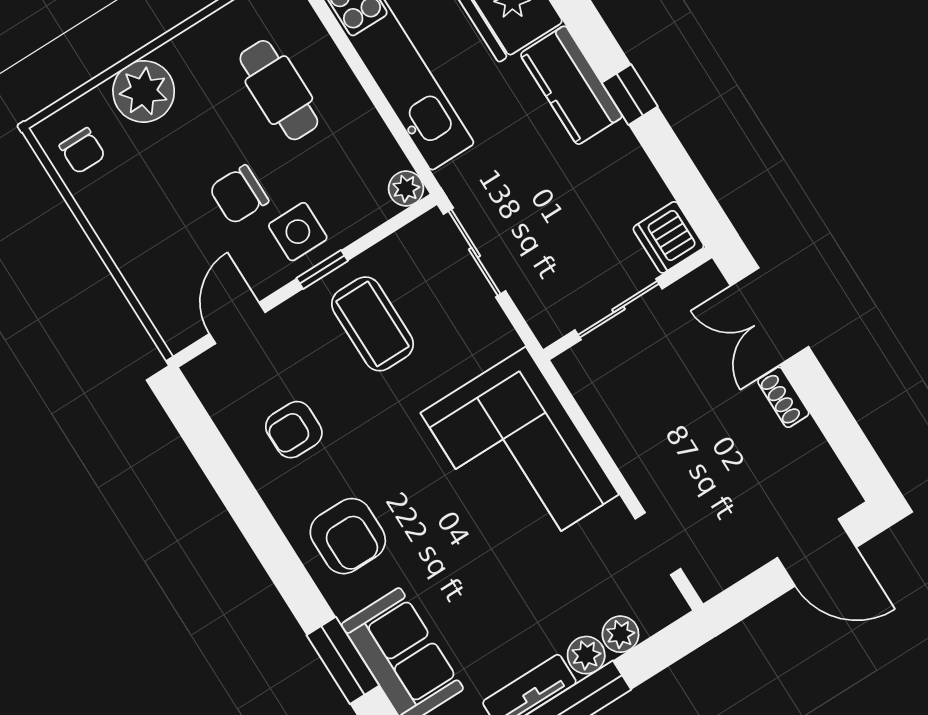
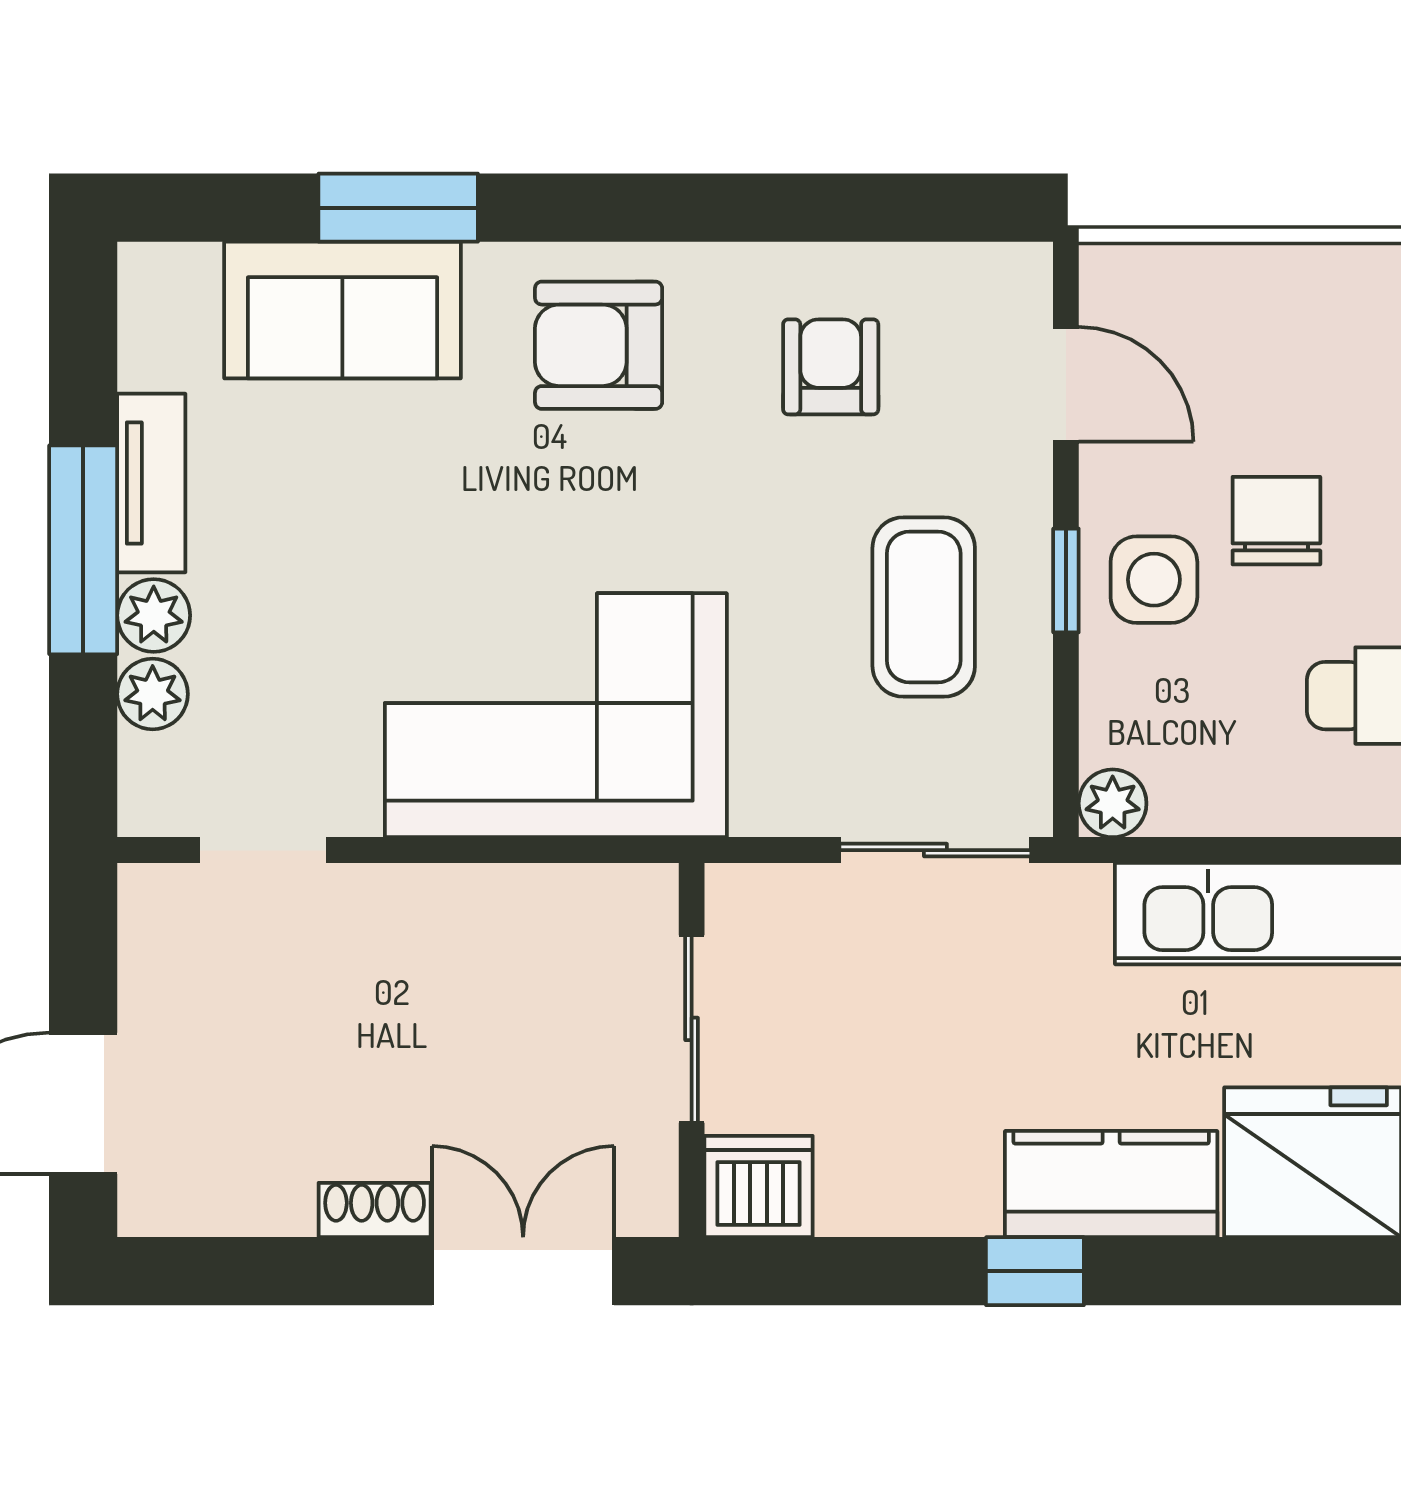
coffee table: (372, 324) -> (924, 607), turned 90

